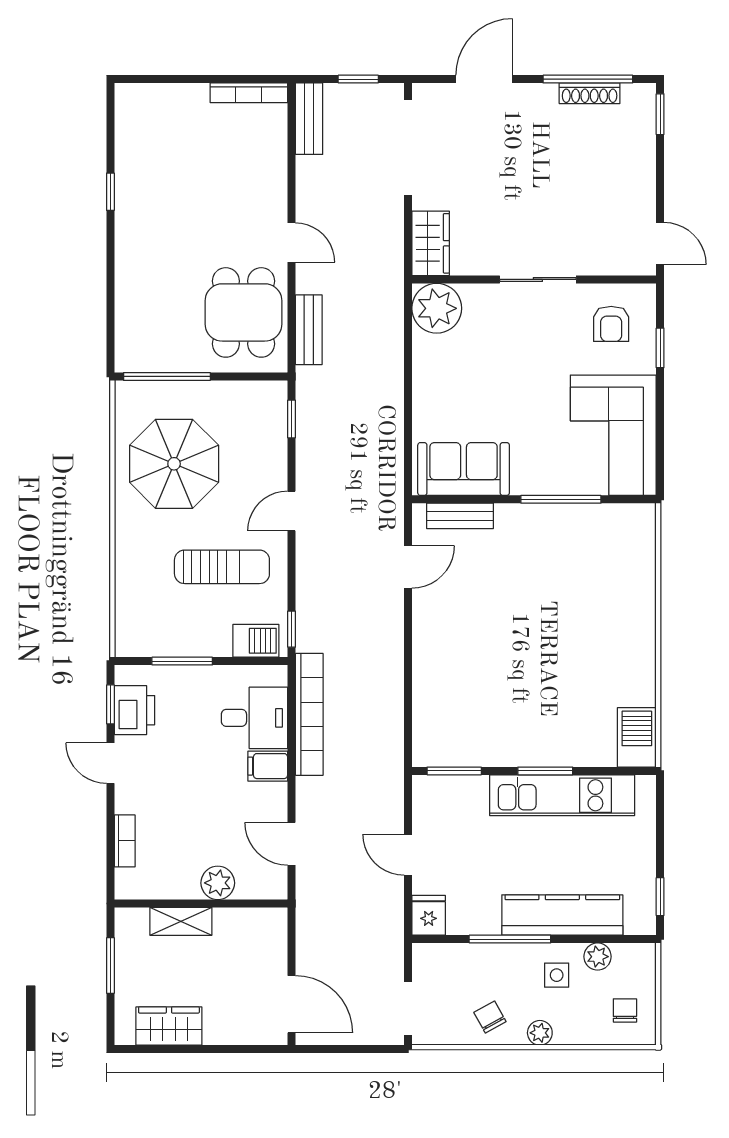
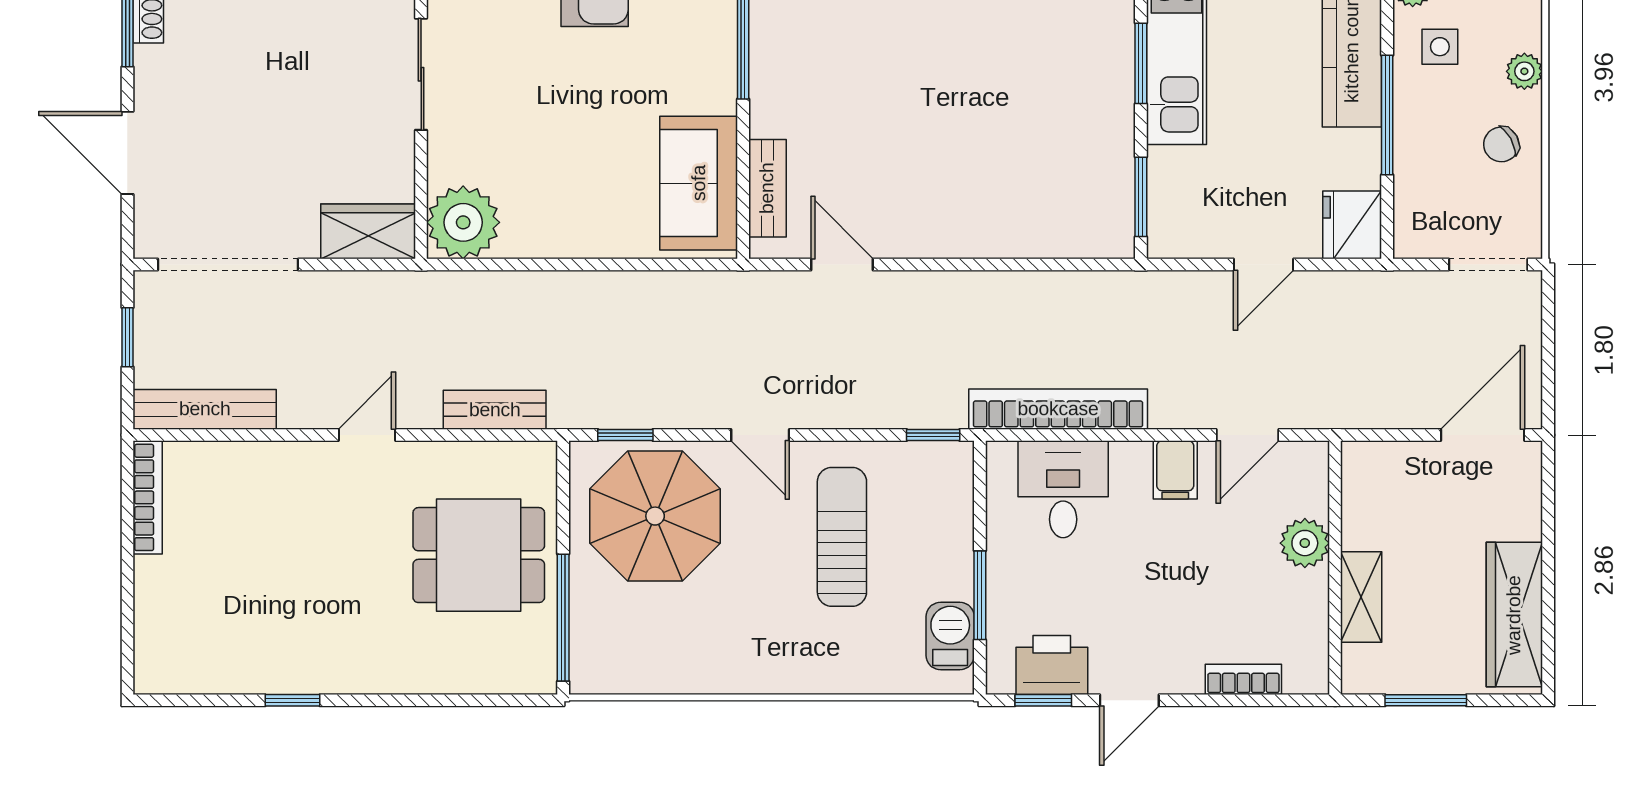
bench: (309, 119) -> (205, 409), width x1.36
dining table: (244, 312) -> (479, 555), moved
parasol: (174, 464) -> (655, 516), moved
barbecue: (256, 641) -> (950, 636), moved
filing cabinet: (268, 766) -> (1175, 470), moved
fridge: (429, 915) -> (1352, 225), width x1.38
wardrobe: (169, 1026) -> (1514, 615), width x1.50

